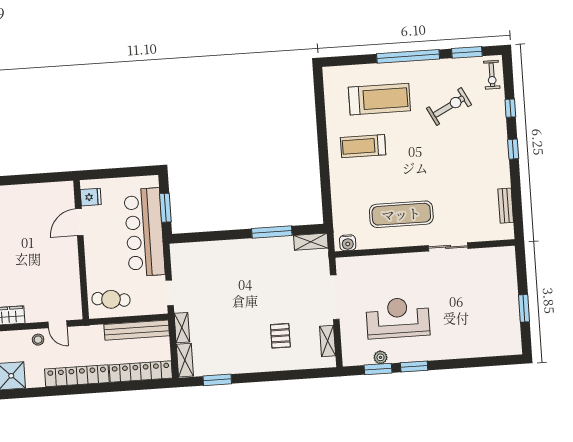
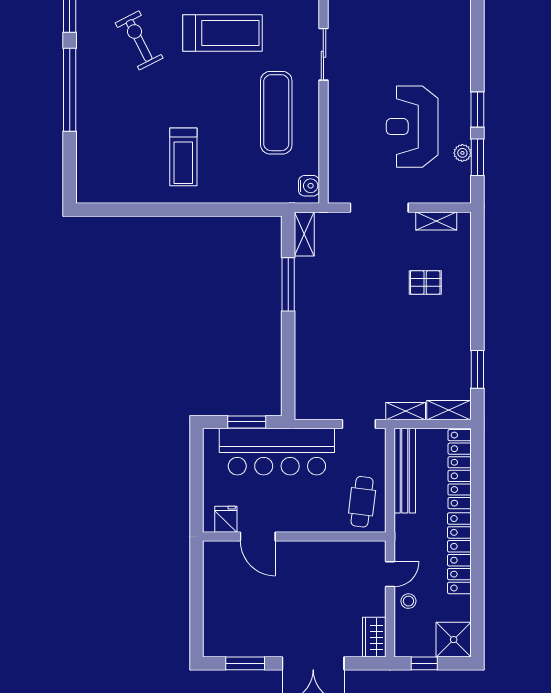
treadmill: (379, 99) -> (222, 33), moved, turned 90

